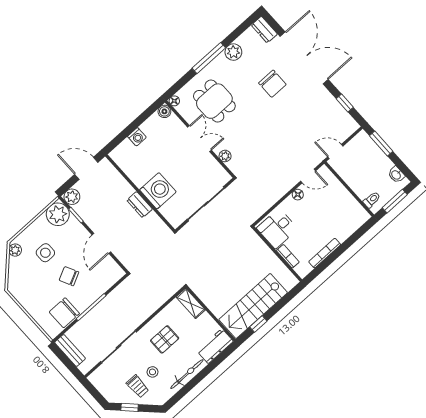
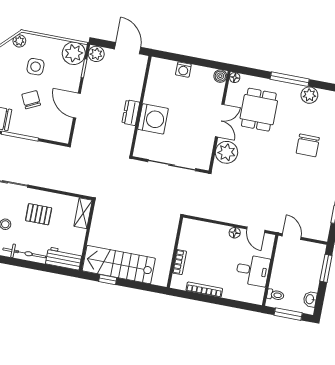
plant: (225, 156) -> (226, 152), width x1.88, depth x1.88
desk: (277, 228) -> (253, 270), moved, turned 180
door: (101, 243) -> (77, 106), hinge flipped

